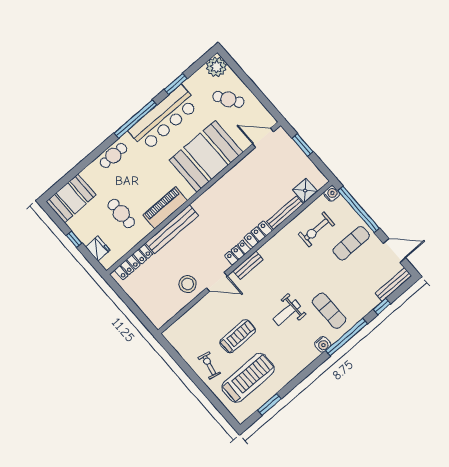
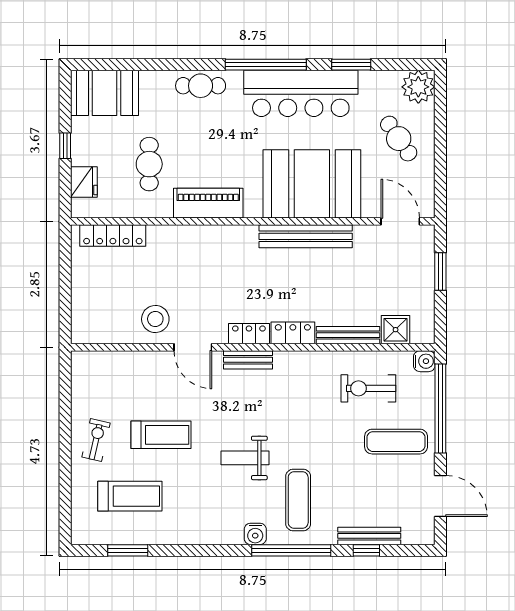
bench: (172, 229) -> (306, 236), moved
bench: (393, 285) -> (369, 536), moved
treadmill: (248, 378) -> (130, 496), width x0.73, depth x0.73

